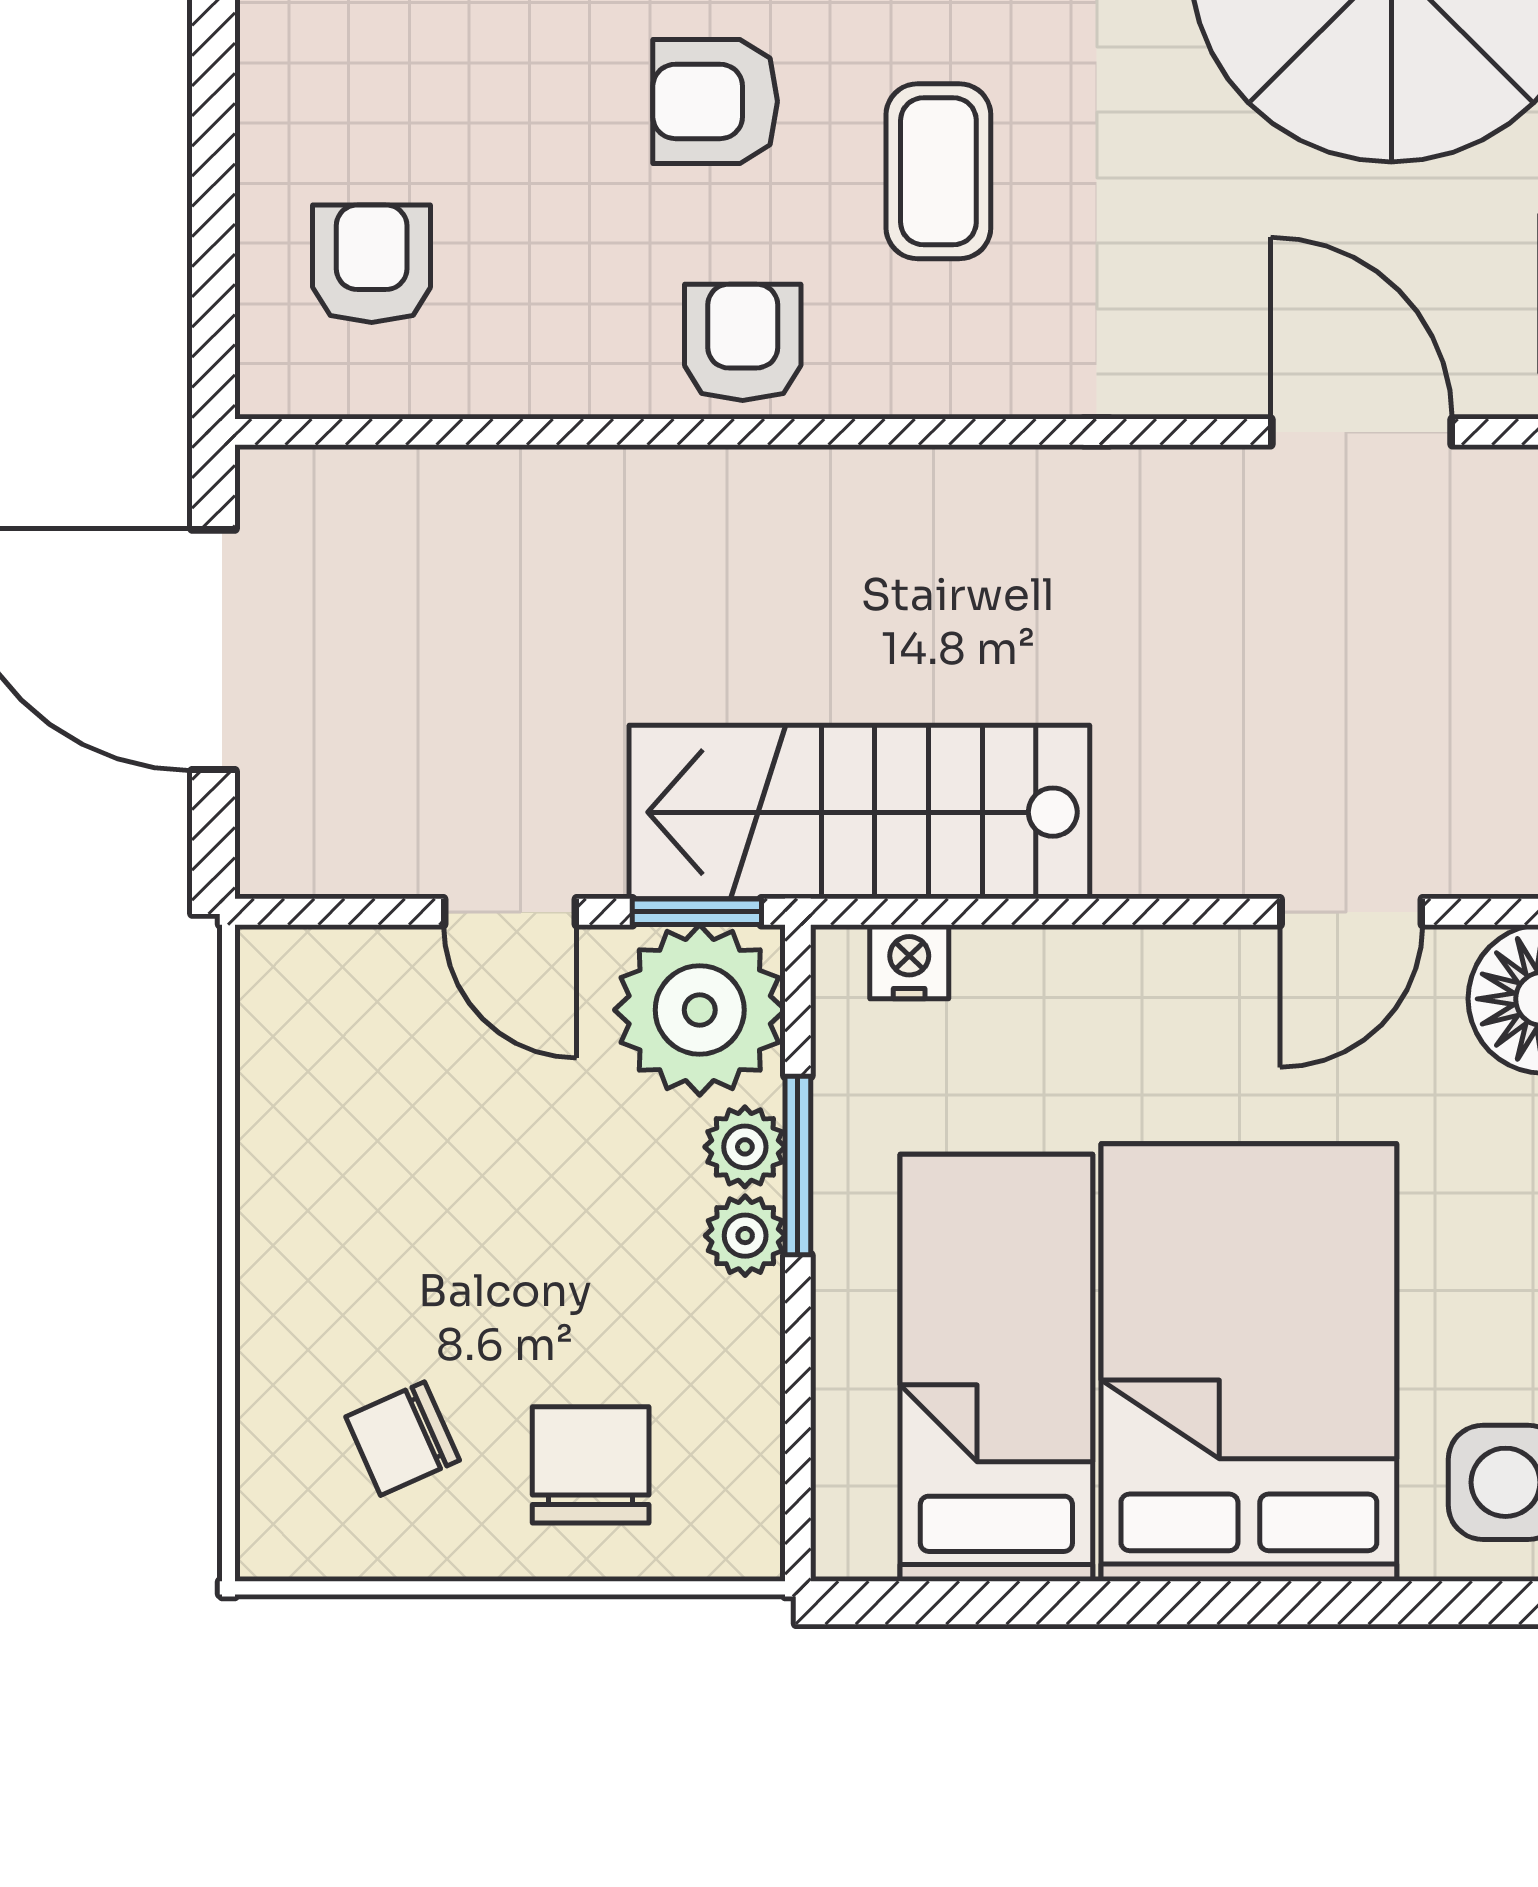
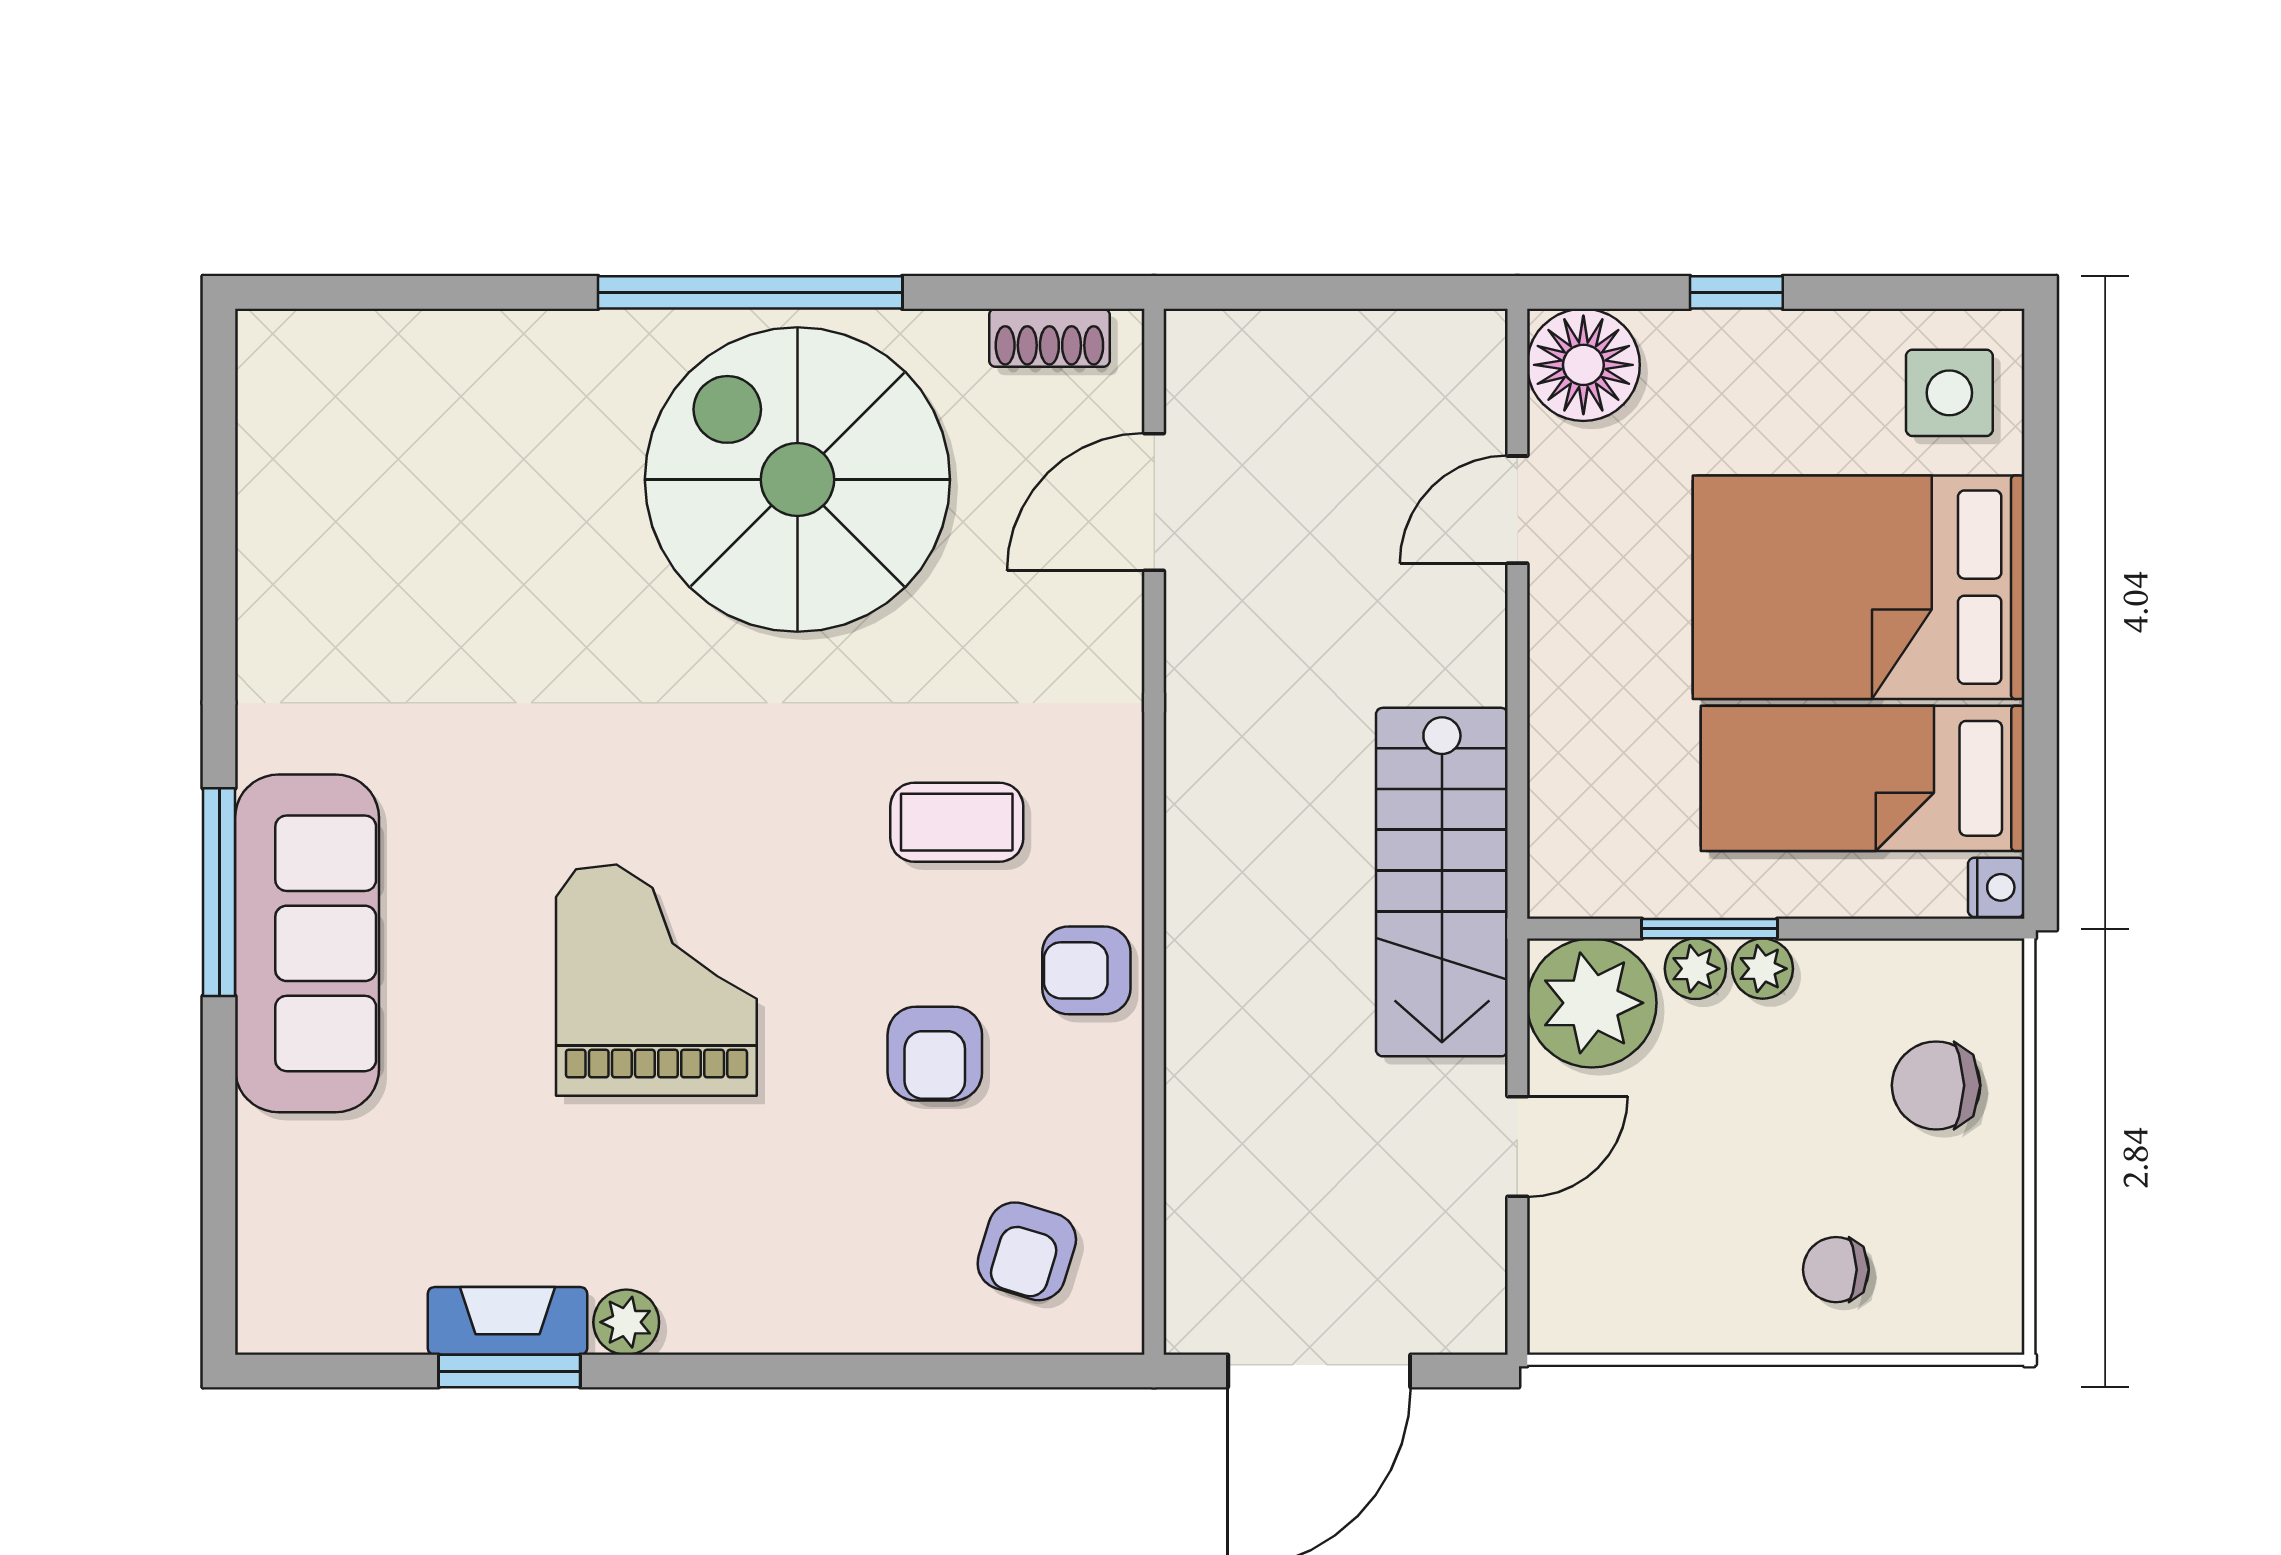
armchair: (715, 101) -> (935, 1054), moved
armchair: (372, 264) -> (1027, 1251), turned -73
window: (697, 912) -> (1517, 1005), removed
door: (1351, 912) -> (1517, 510), swing flipped
nightstand: (909, 962) -> (1996, 887), moved, turned 180
chair: (403, 1439) -> (1836, 1270), moved, turned 114

